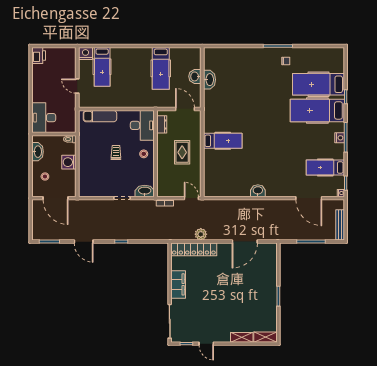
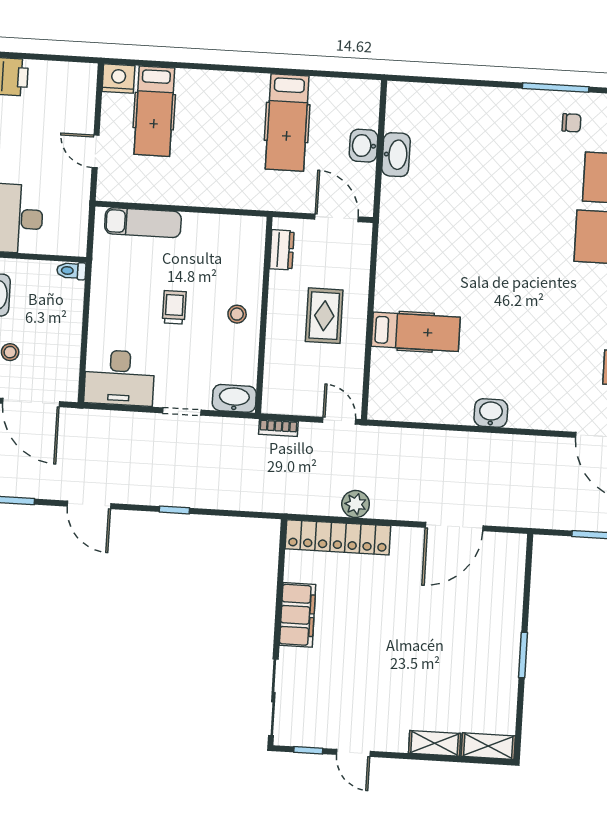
desk: (142, 125) -> (119, 378), moved, turned 90
hospital bed: (223, 141) -> (416, 332), moved
washing machine: (69, 162) -> (66, 323), removed

